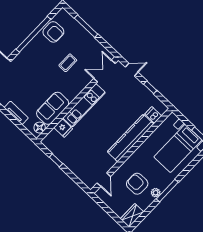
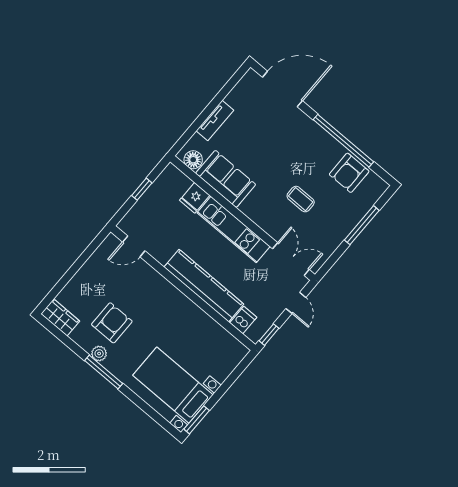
dishwasher: (153, 115) -> (243, 320), moved
kitchen counter: (130, 138) -> (204, 286), moved
wall: (131, 151) -> (183, 288), moved
door: (104, 180) -> (134, 246), moved

